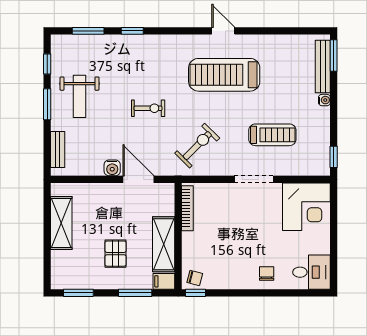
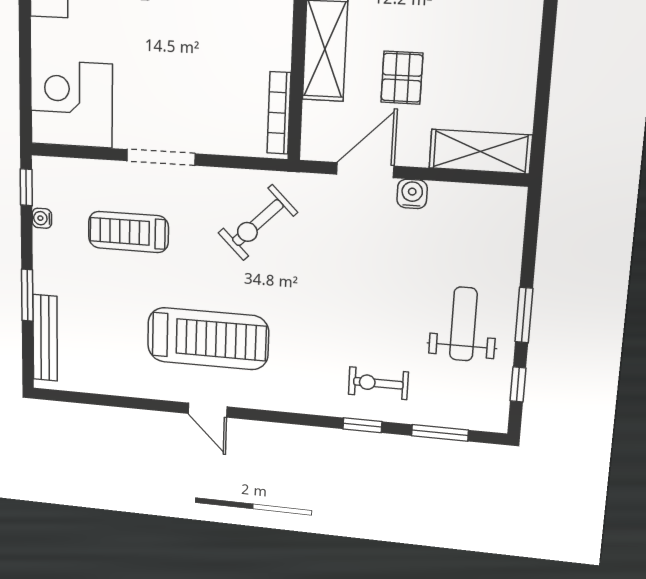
window: (334, 55) -> (27, 295), moved
water cooler: (324, 100) -> (42, 218), moved
exercise bike: (148, 108) -> (378, 383), moved
bench: (58, 149) -> (511, 234), removed
door: (138, 179) -> (365, 170), swing flipped
shelving: (61, 223) -> (480, 151), moved, turned 90
pallet: (116, 254) -> (402, 78), moved

